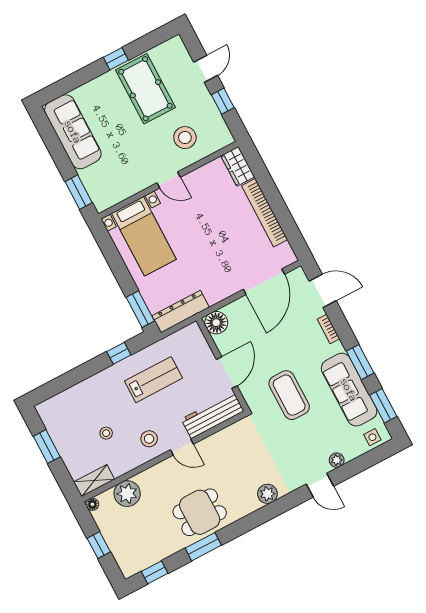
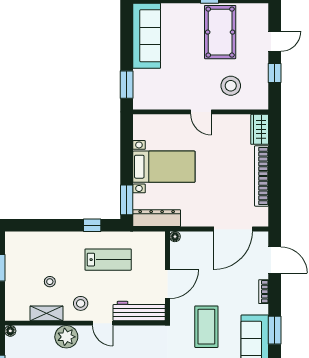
bed with nightstands: (144, 236) -> (164, 167), moved, turned -90
floor lamp: (216, 323) -> (175, 237), width x0.53, depth x0.53
shelving: (94, 481) -> (47, 313), moved
plant: (127, 494) -> (66, 337), moved

